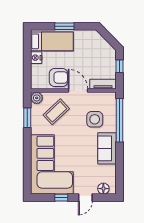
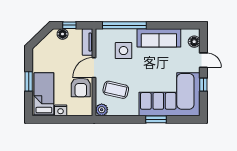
floor lamp: (111, 60) -> (63, 34), added
armchair: (58, 78) -> (81, 87), turned 180
coffee table: (56, 112) -> (116, 90), turned -34
window: (27, 118) -> (156, 119), moved
sofa: (107, 148) -> (159, 38), width x1.36

